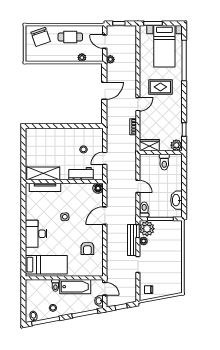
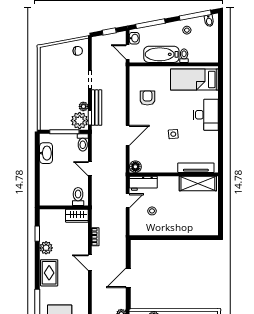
rug: (160, 87) -> (49, 273), moved, turned 90
door: (138, 104) -> (90, 263), hinge flipped
plant: (176, 145) -> (46, 248), moved
toilet: (164, 162) -> (78, 197), moved
workbench: (81, 174) -> (143, 183), moved

